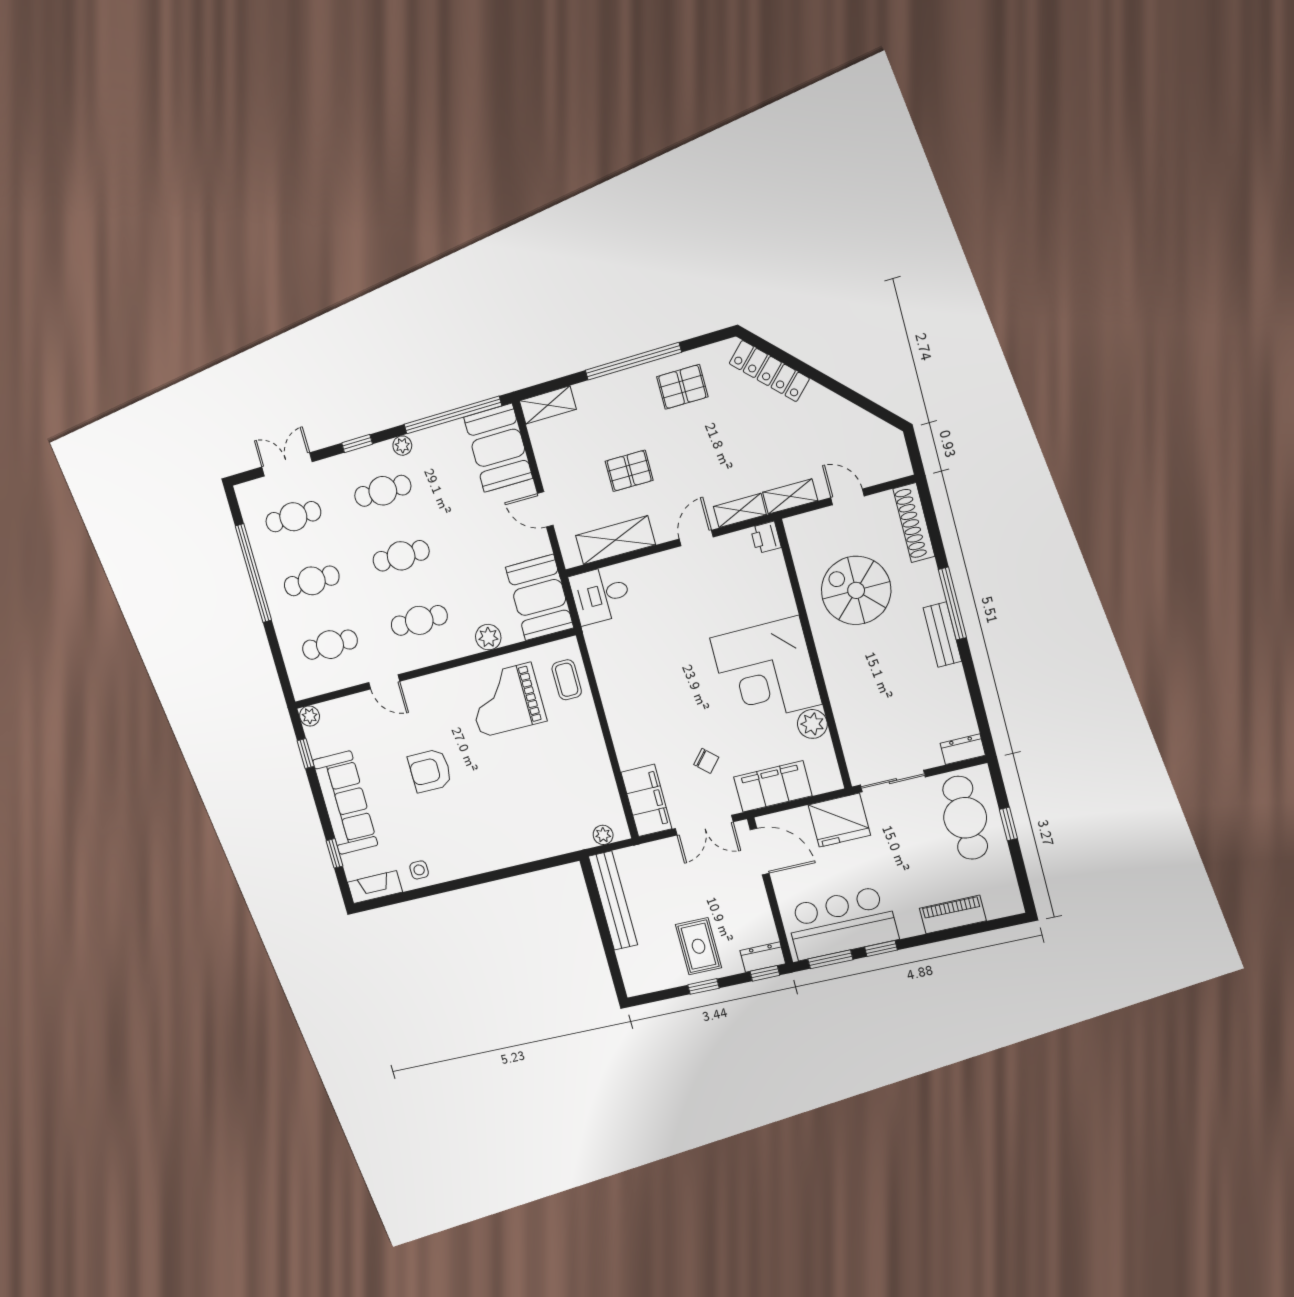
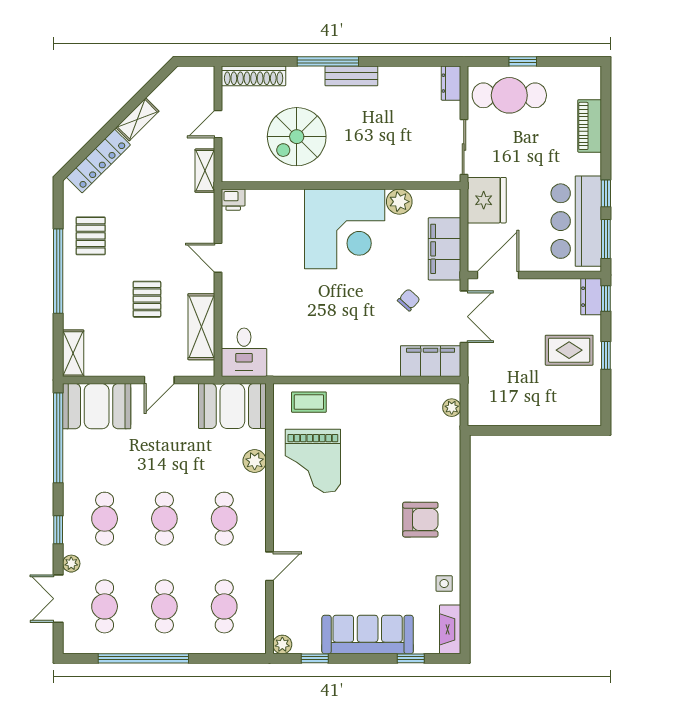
plant: (402, 446) -> (71, 564), moved
shelving: (740, 511) -> (137, 119), moved, turned 45
armchair: (430, 771) -> (420, 520), moved, turned -90
bench: (613, 901) -> (512, 415), removed

